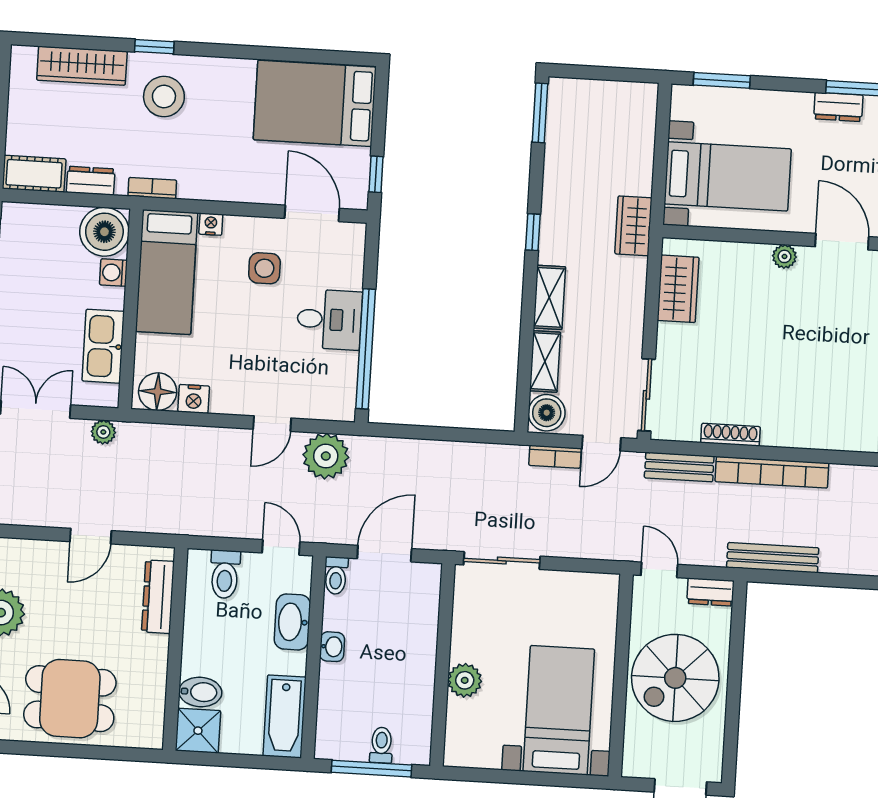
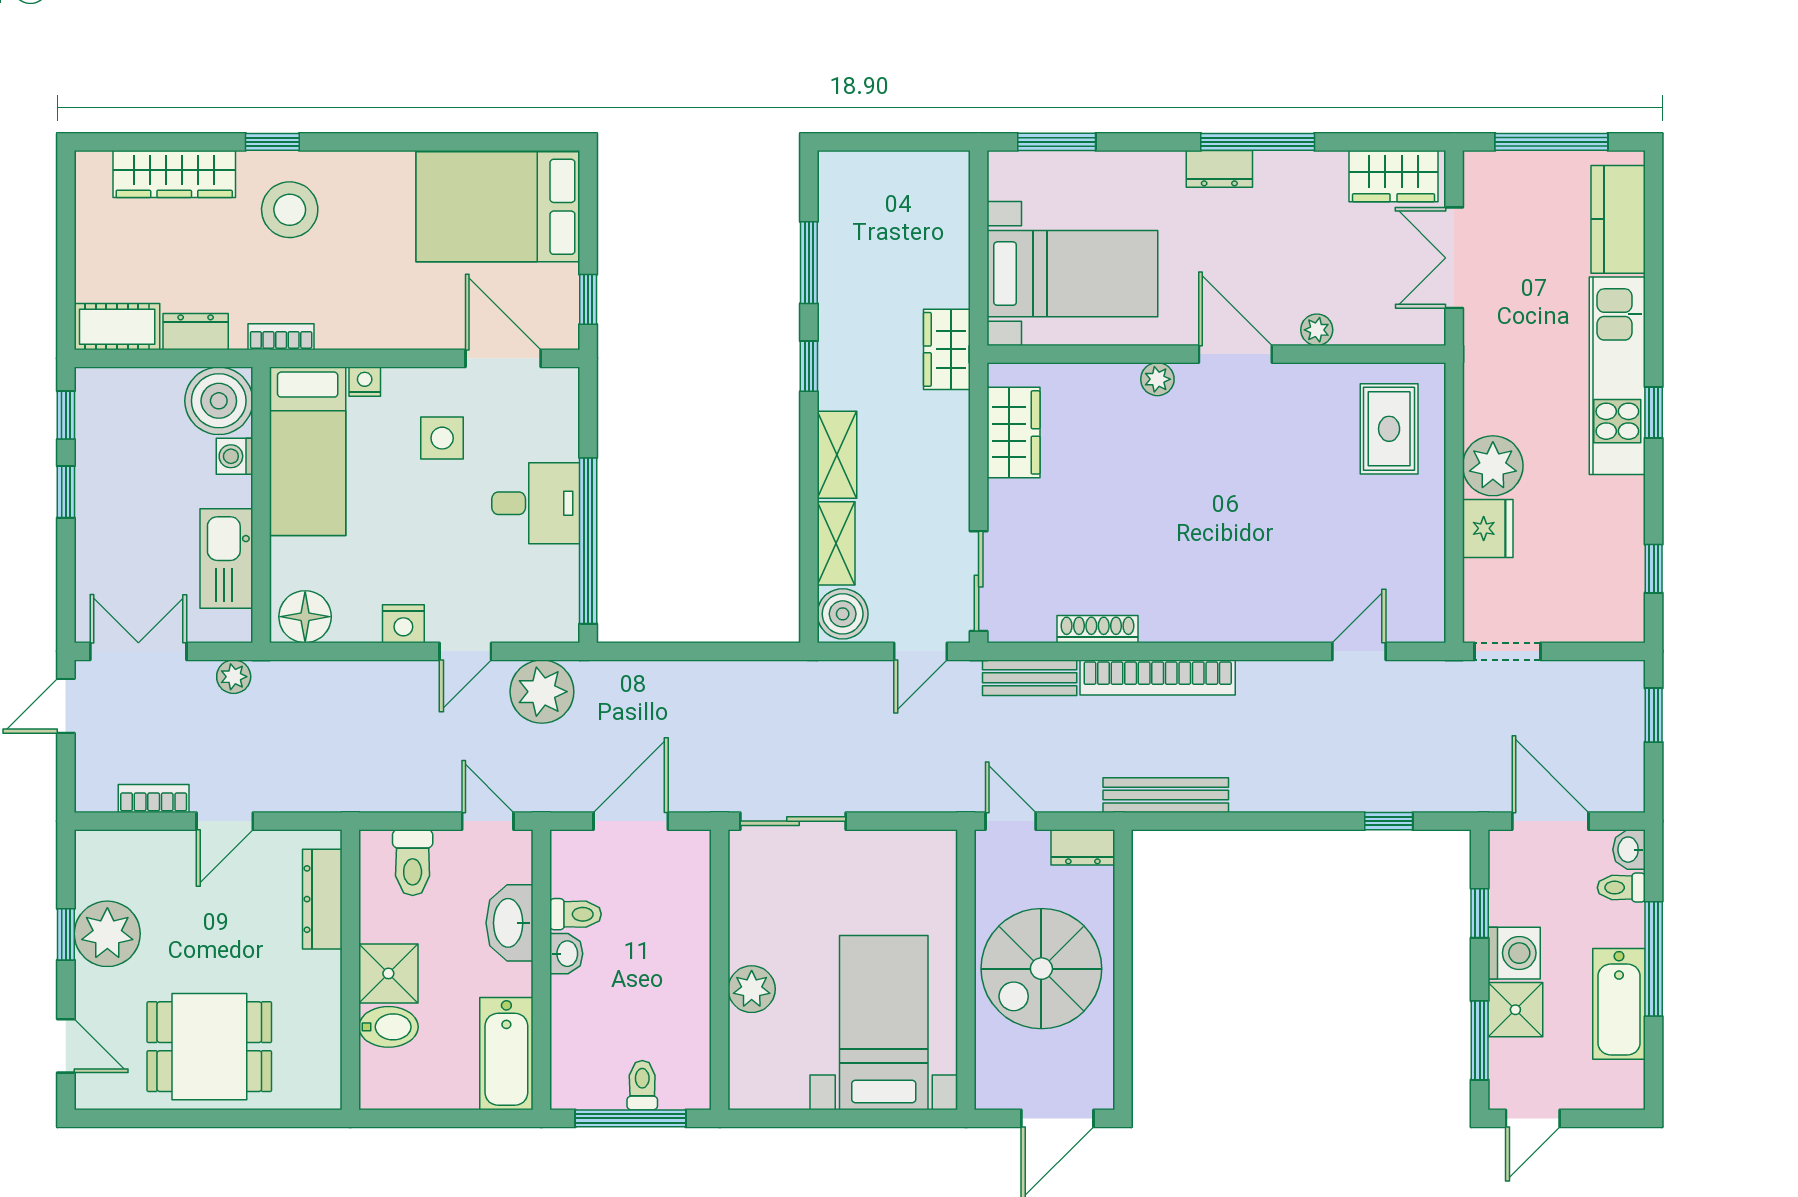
window: (540, 113) -> (809, 263), moved
nightstand: (194, 399) -> (403, 624), moved
bookcase: (555, 457) -> (154, 799), moved, turned 180
toilet: (336, 575) -> (576, 914), moved, turned -90
shower: (198, 731) -> (388, 973), moved

